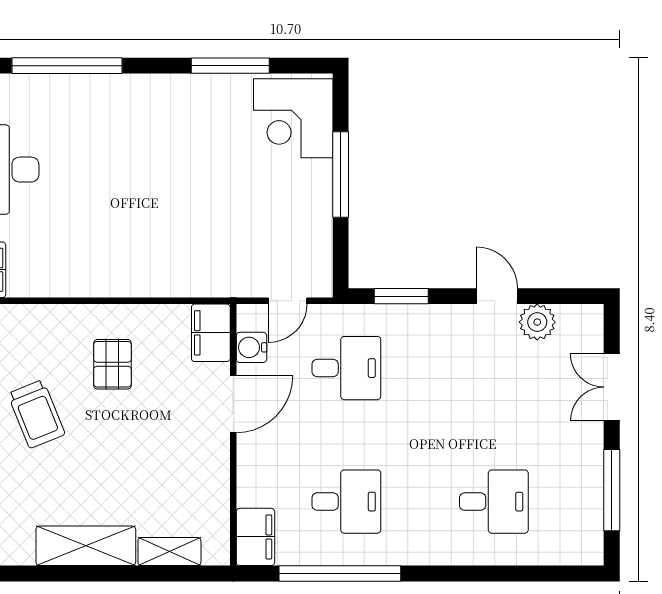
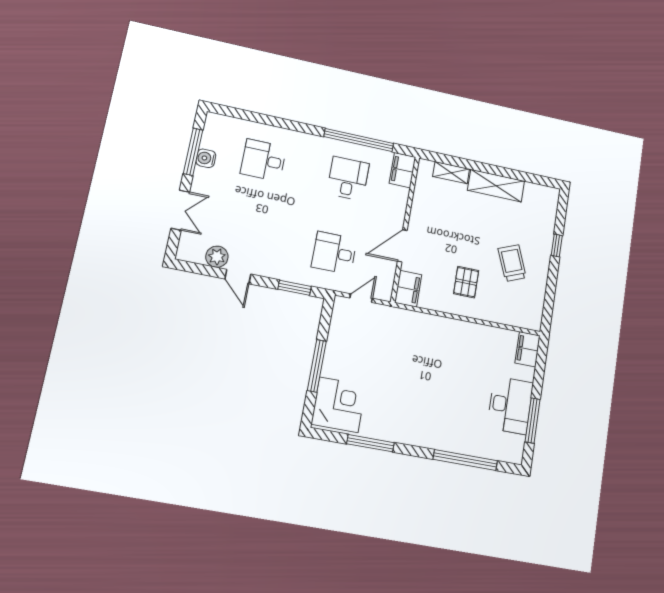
water cooler: (251, 347) -> (206, 158), moved, turned 180
desk: (346, 502) -> (348, 178), turned 90

